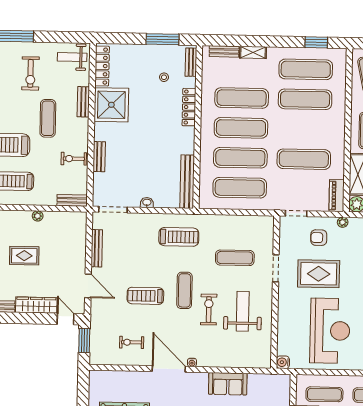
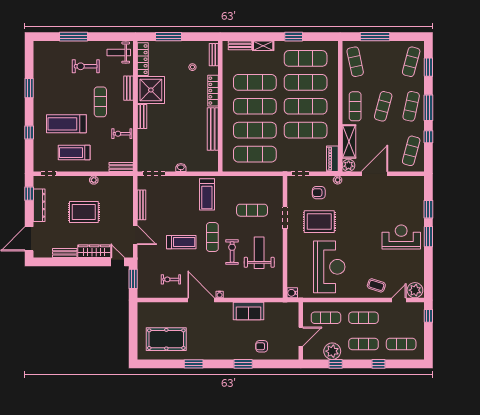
window: (163, 39) -> (169, 37), moved
window: (316, 42) -> (294, 37), moved
exercise bike: (30, 73) -> (86, 66), turned 90
exercise mat: (304, 129) -> (306, 106), added
bench: (99, 157) -> (142, 116), moved
bench: (187, 182) -> (213, 129), moved
treadmill: (179, 237) -> (207, 194), turned 90
rug: (24, 256) -> (84, 212), width x1.36, depth x1.43
treadmill: (145, 296) -> (181, 242), turned 180

